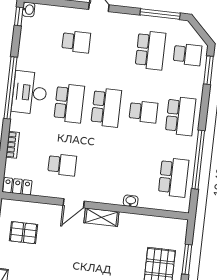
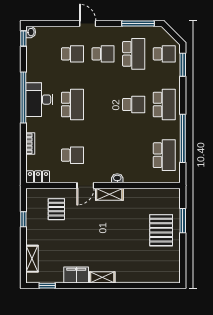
school desk: (106, 107) -> (103, 54), moved, width x0.54
washbasin: (131, 201) -> (117, 178), moved
pallet: (23, 233) -> (56, 209), moved, turned 90

